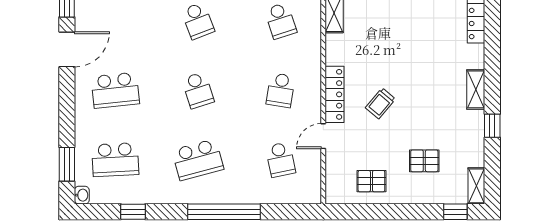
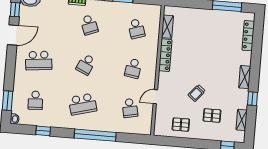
school desk: (198, 90) -> (86, 64), turned 42
locker: (334, 94) -> (165, 55), moved
trolley: (380, 103) -> (197, 93), moved
school desk: (115, 160) -> (35, 100), width x0.54
shelving: (476, 186) -> (242, 120), moved

